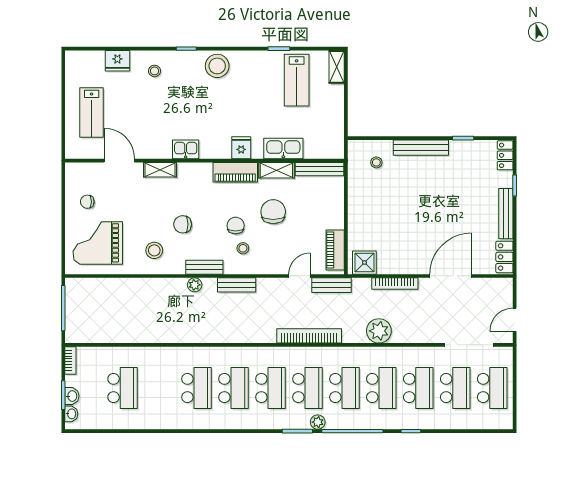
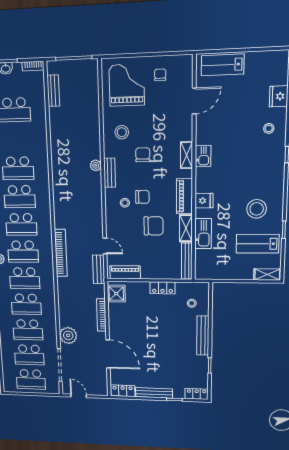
stool: (217, 66) -> (257, 209), moved
lab bench: (92, 112) -> (223, 65), moved
shelving: (160, 170) -> (187, 155), moved
locker: (356, 201) -> (162, 288), added
bench: (237, 285) -> (53, 91), moved
plant: (379, 331) -> (68, 335), moved

